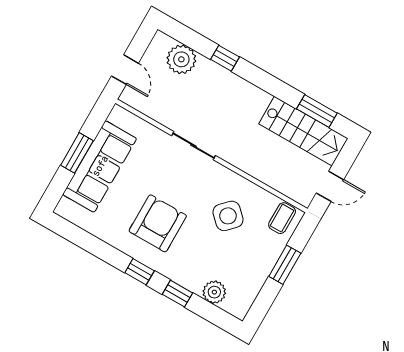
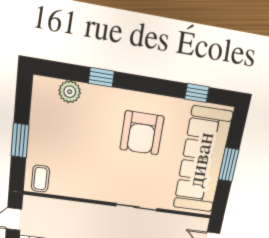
sofa: (100, 166) -> (202, 160), width x1.36, depth x1.27
side table: (228, 216) -> (86, 163), removed
window: (140, 272) -> (197, 93), moved

